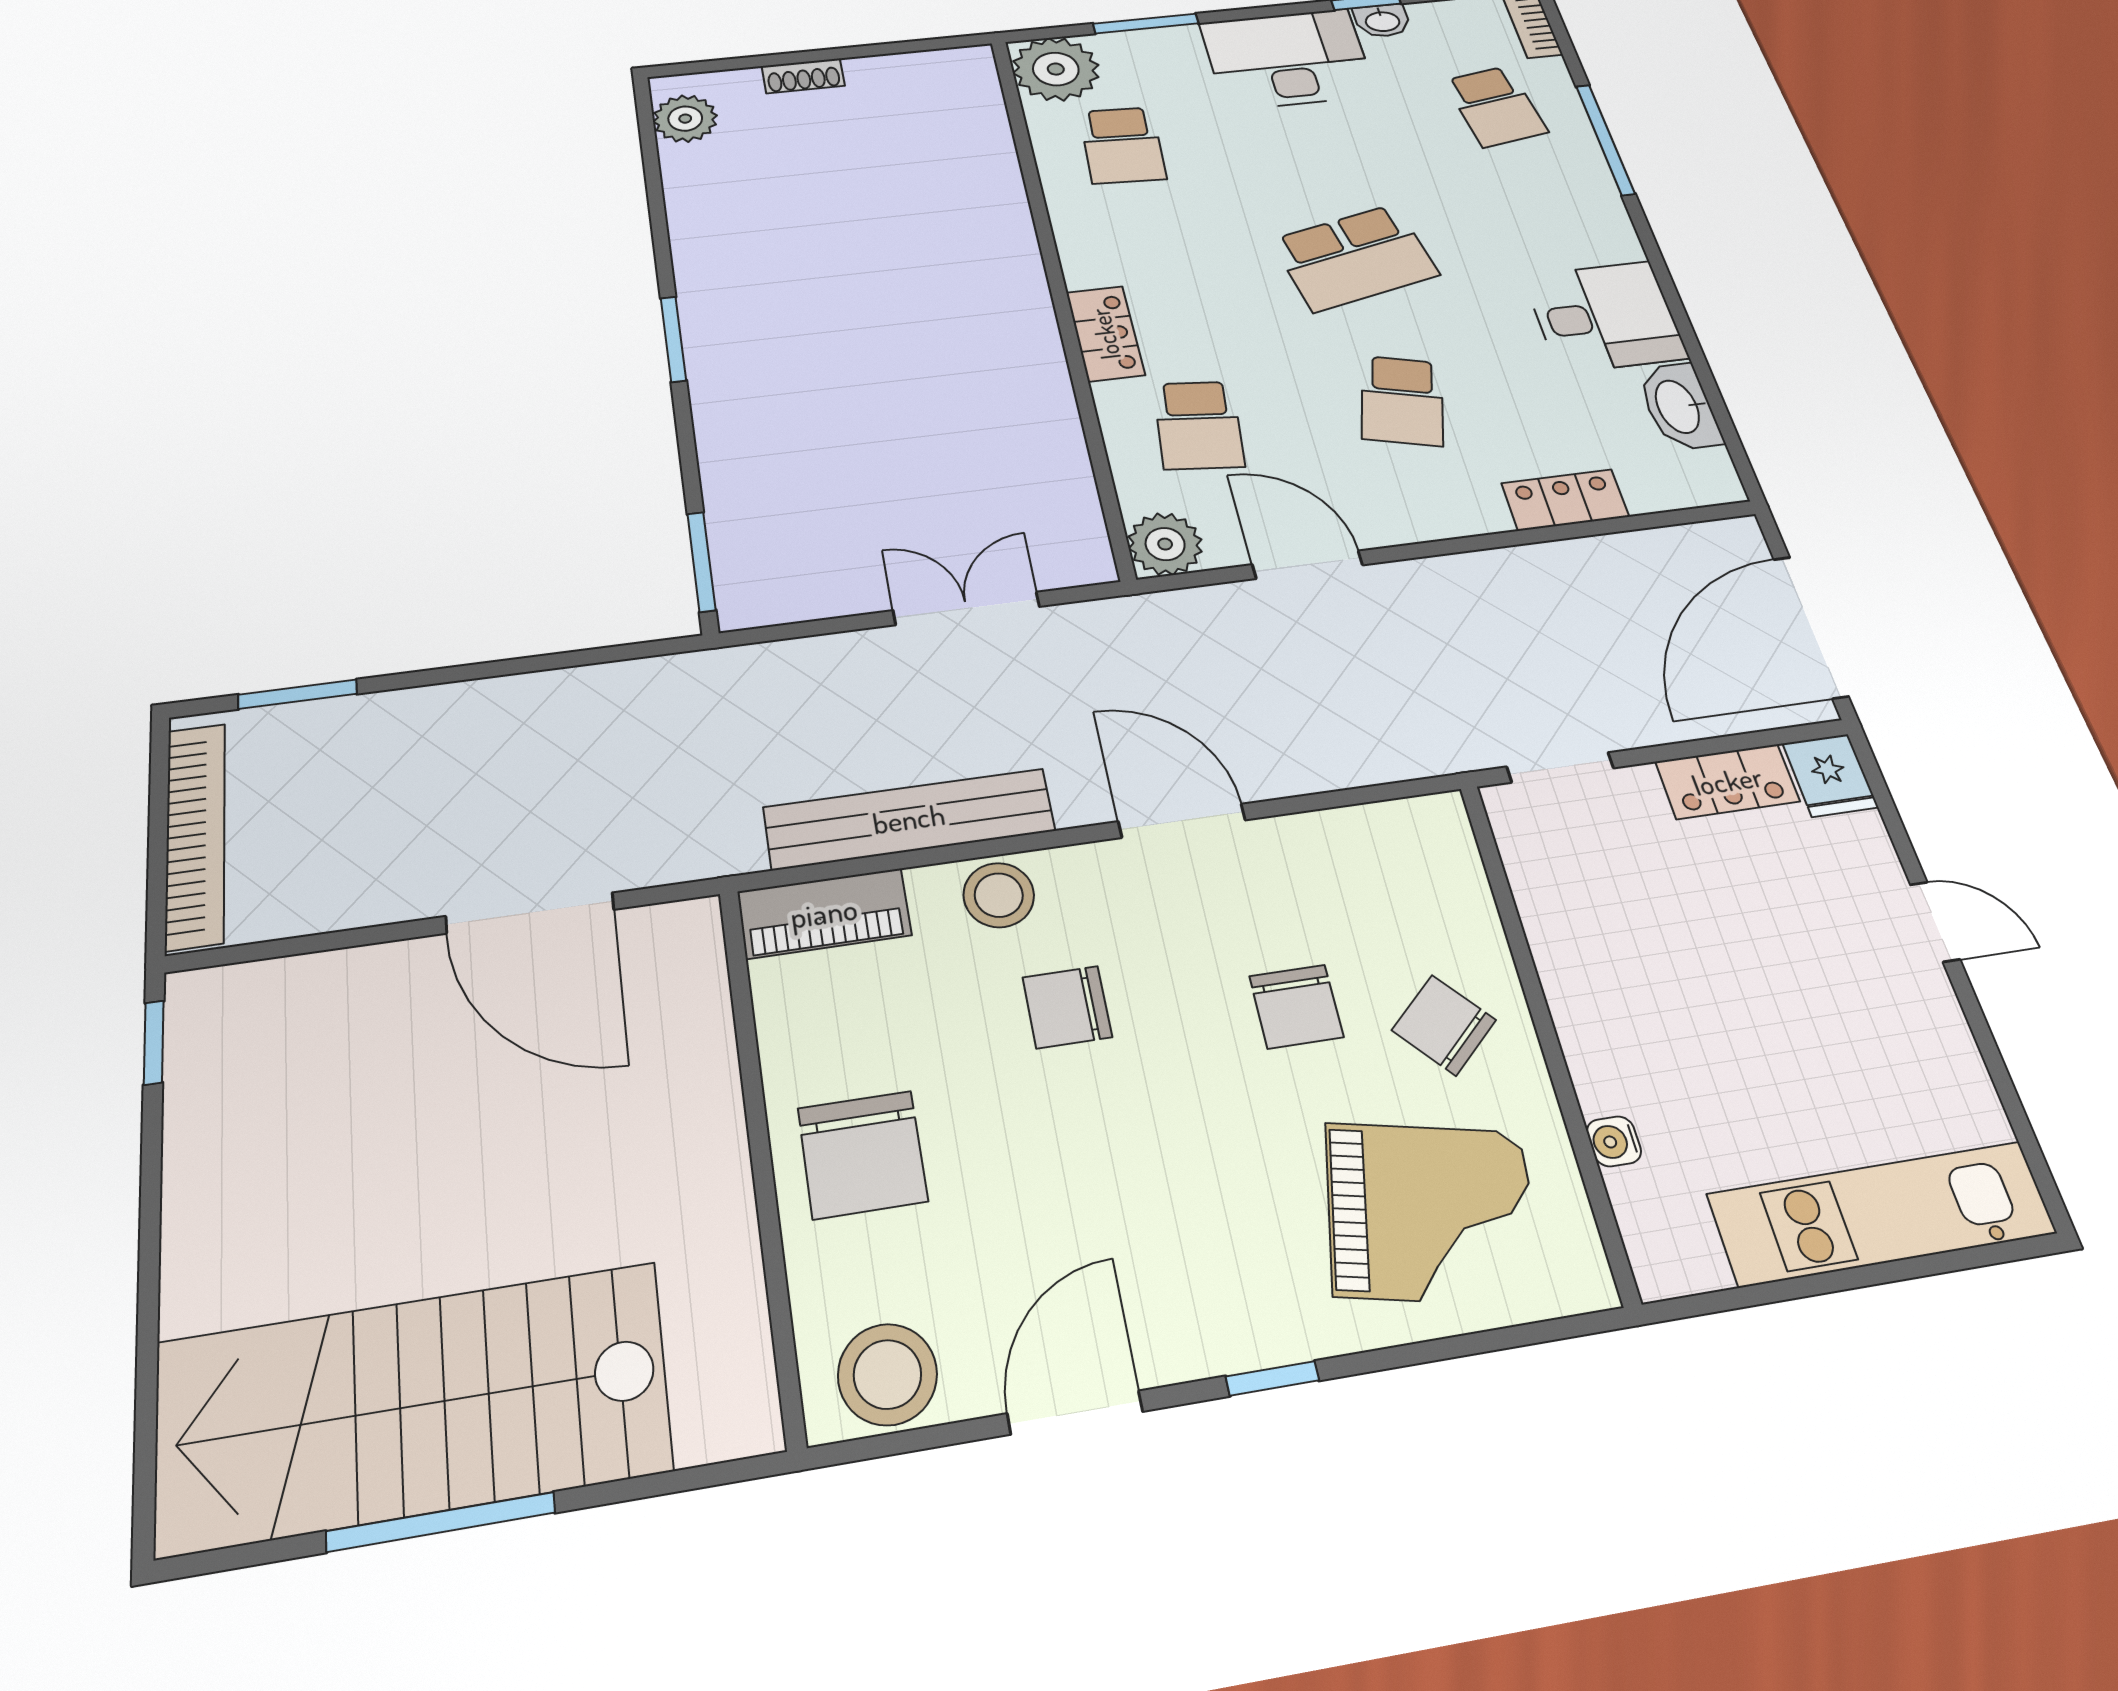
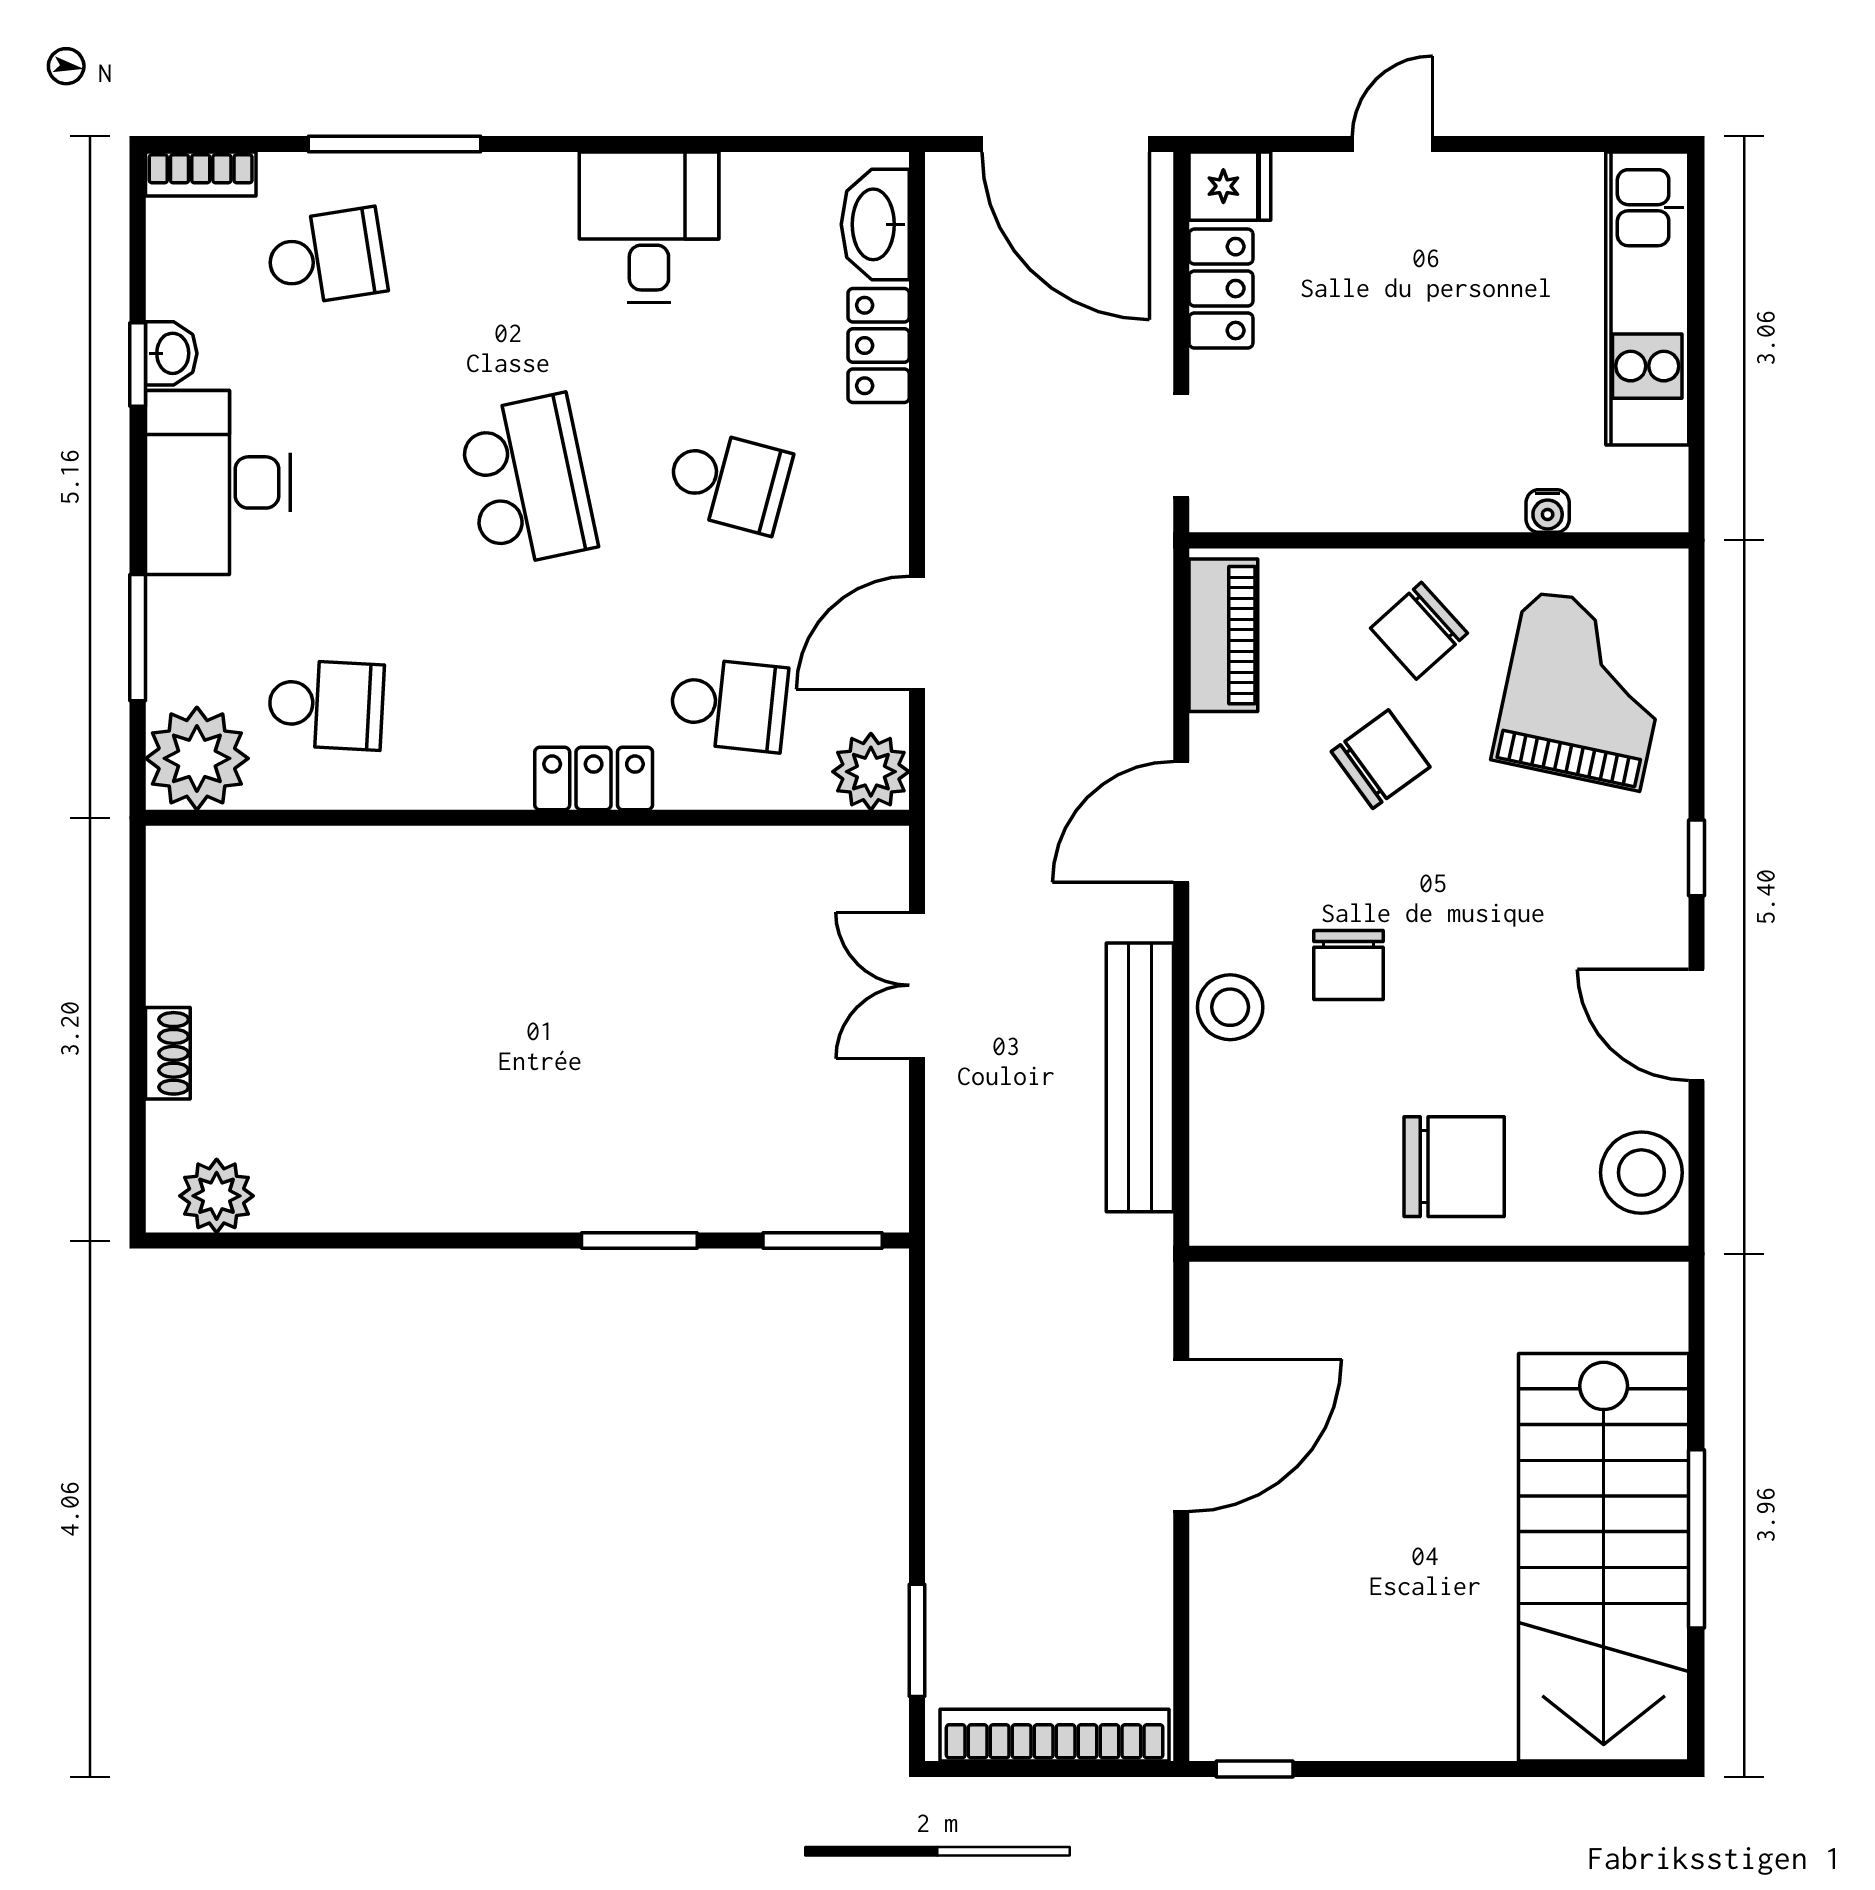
window: (673, 339) -> (639, 1241), moved
washbasin: (1679, 406) -> (875, 224), moved, turned 90
piano: (824, 913) -> (1223, 635), moved
chair: (1296, 1007) -> (1381, 759), turned -36

